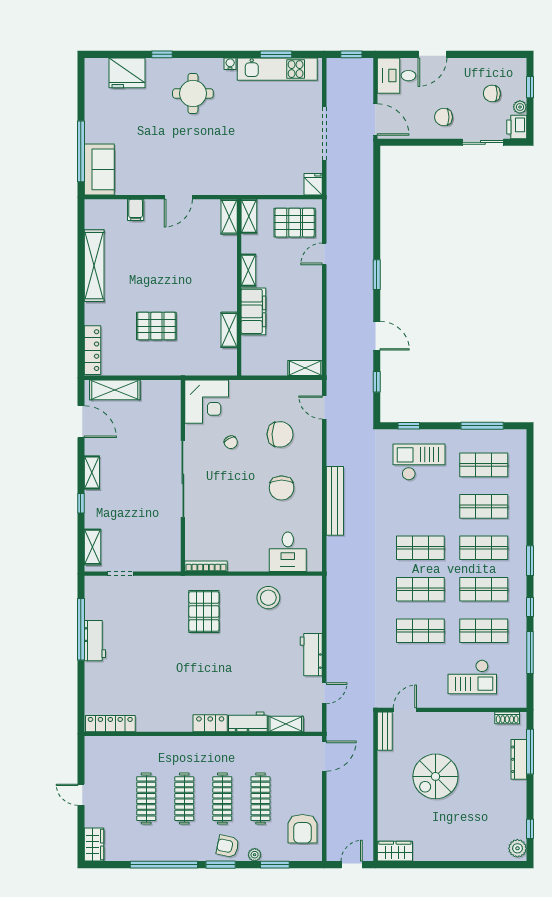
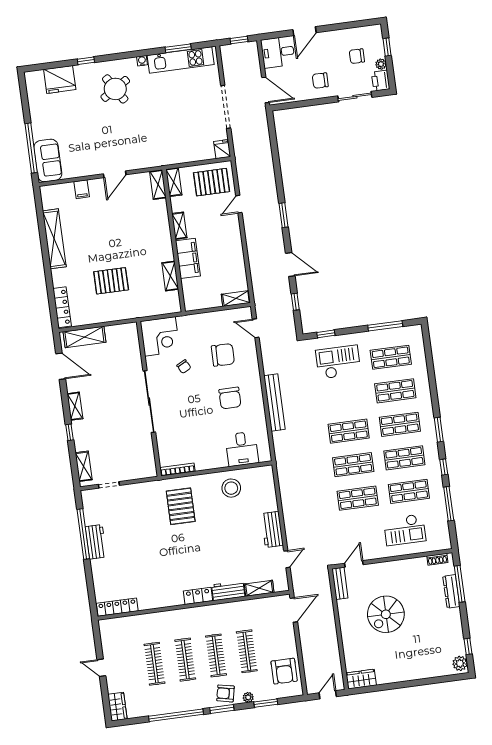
round table: (193, 93) -> (115, 89), turned -32

